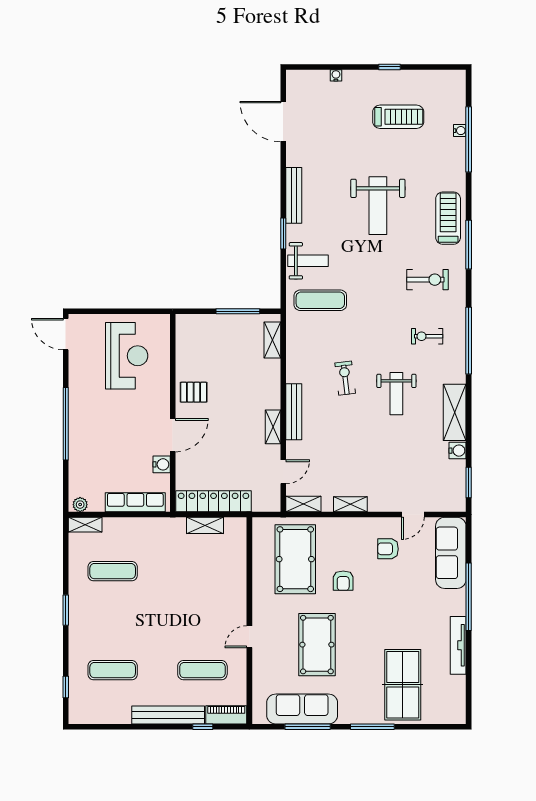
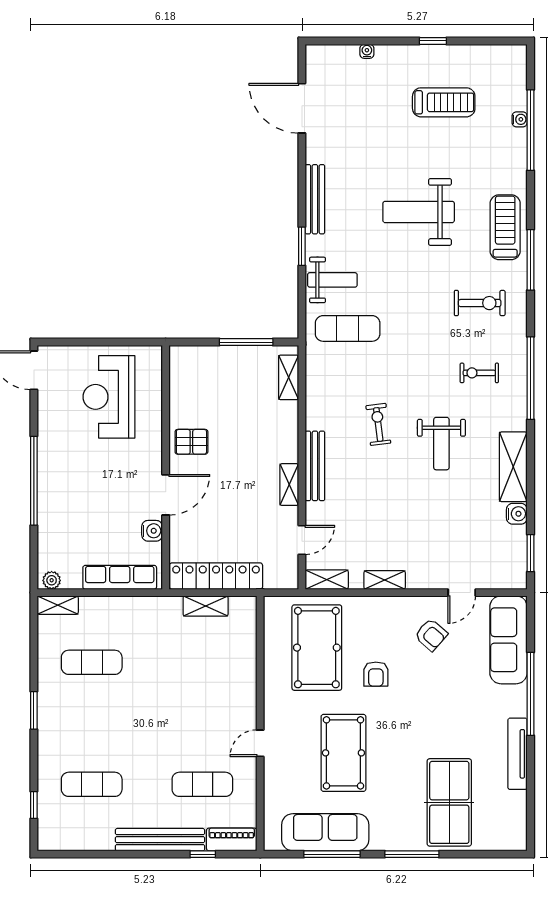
weight bench: (378, 206) -> (419, 212), turned 90
reception desk: (127, 356) -> (109, 397), turned 180
armchair: (388, 549) -> (431, 635), turned -139

